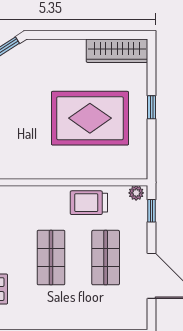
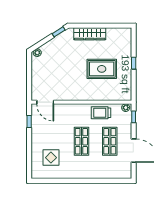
wardrobe: (117, 51) -> (90, 34), moved
rug: (90, 118) -> (102, 69), width x0.73, depth x0.69

